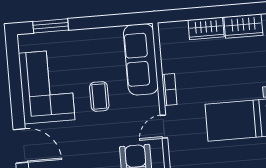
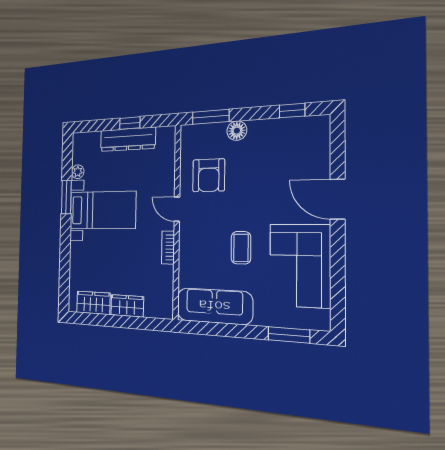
sofa: (141, 59) -> (214, 306), moved, turned -90
door: (164, 127) -> (177, 209), swing flipped

